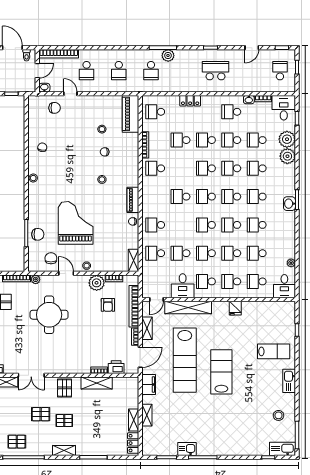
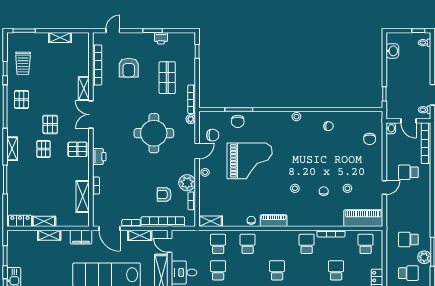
school desk: (119, 71) -> (408, 273), moved, turned 180
door: (70, 94) -> (384, 187), moved
printer: (116, 367) -> (99, 157), moved
shelving: (97, 383) -> (83, 197), moved

